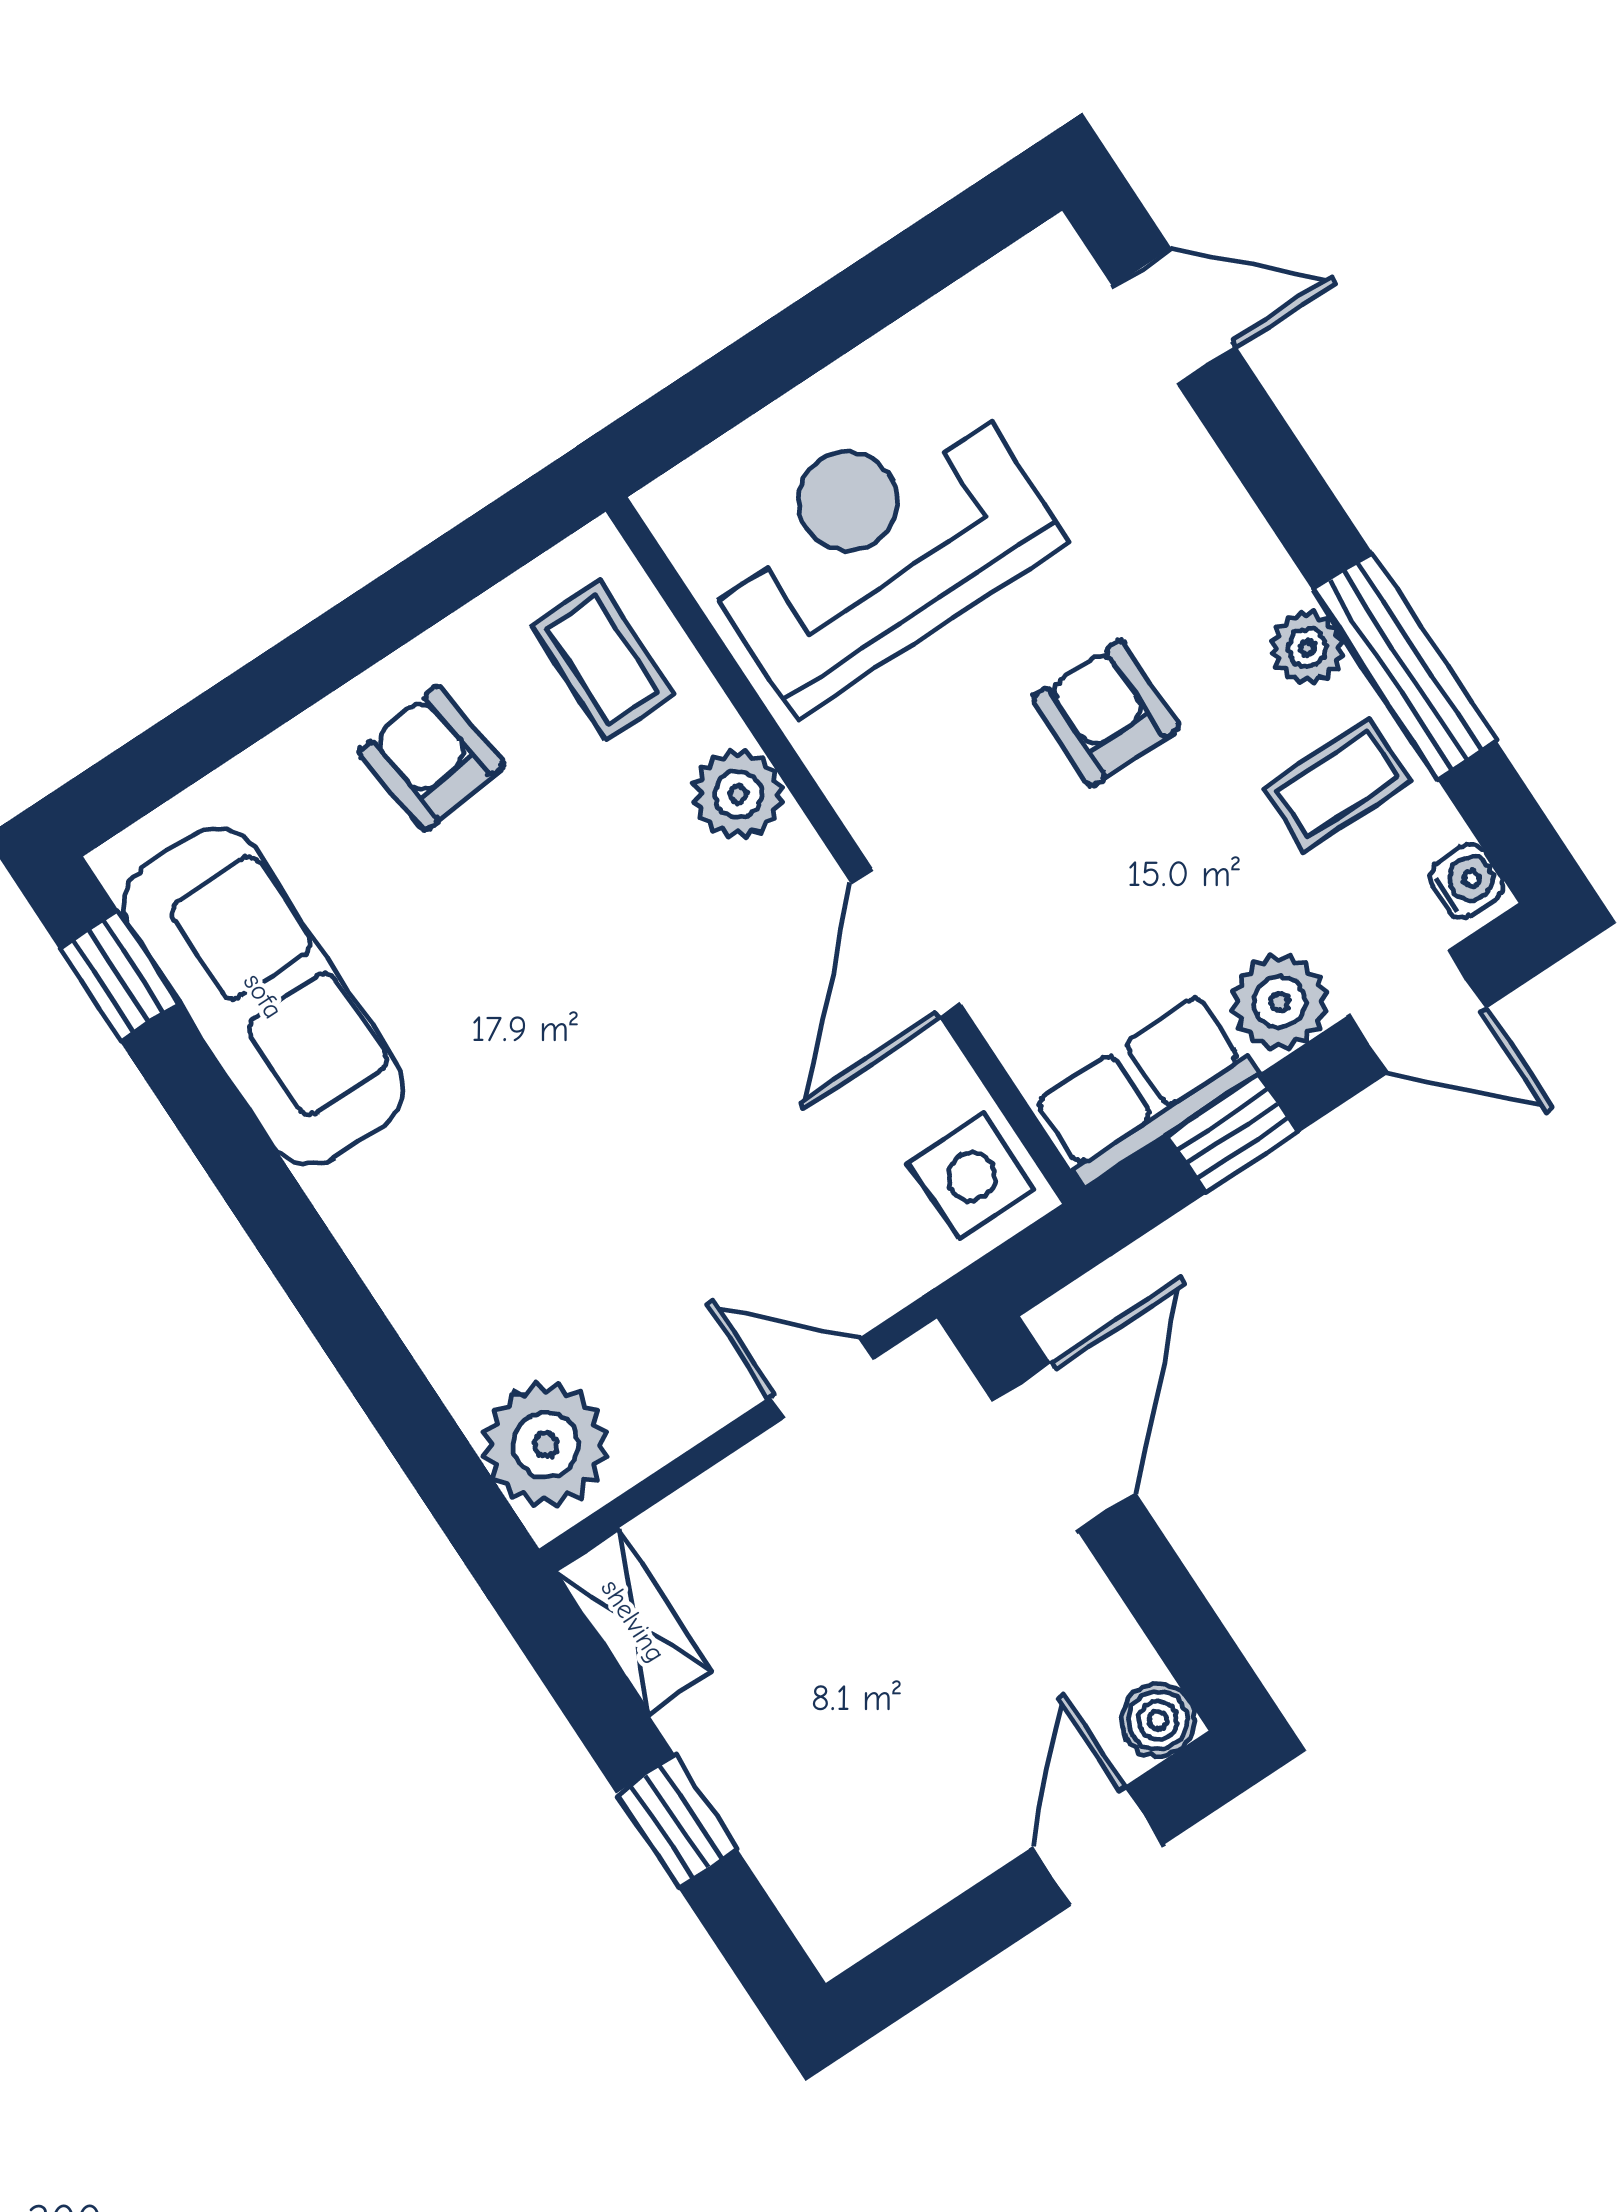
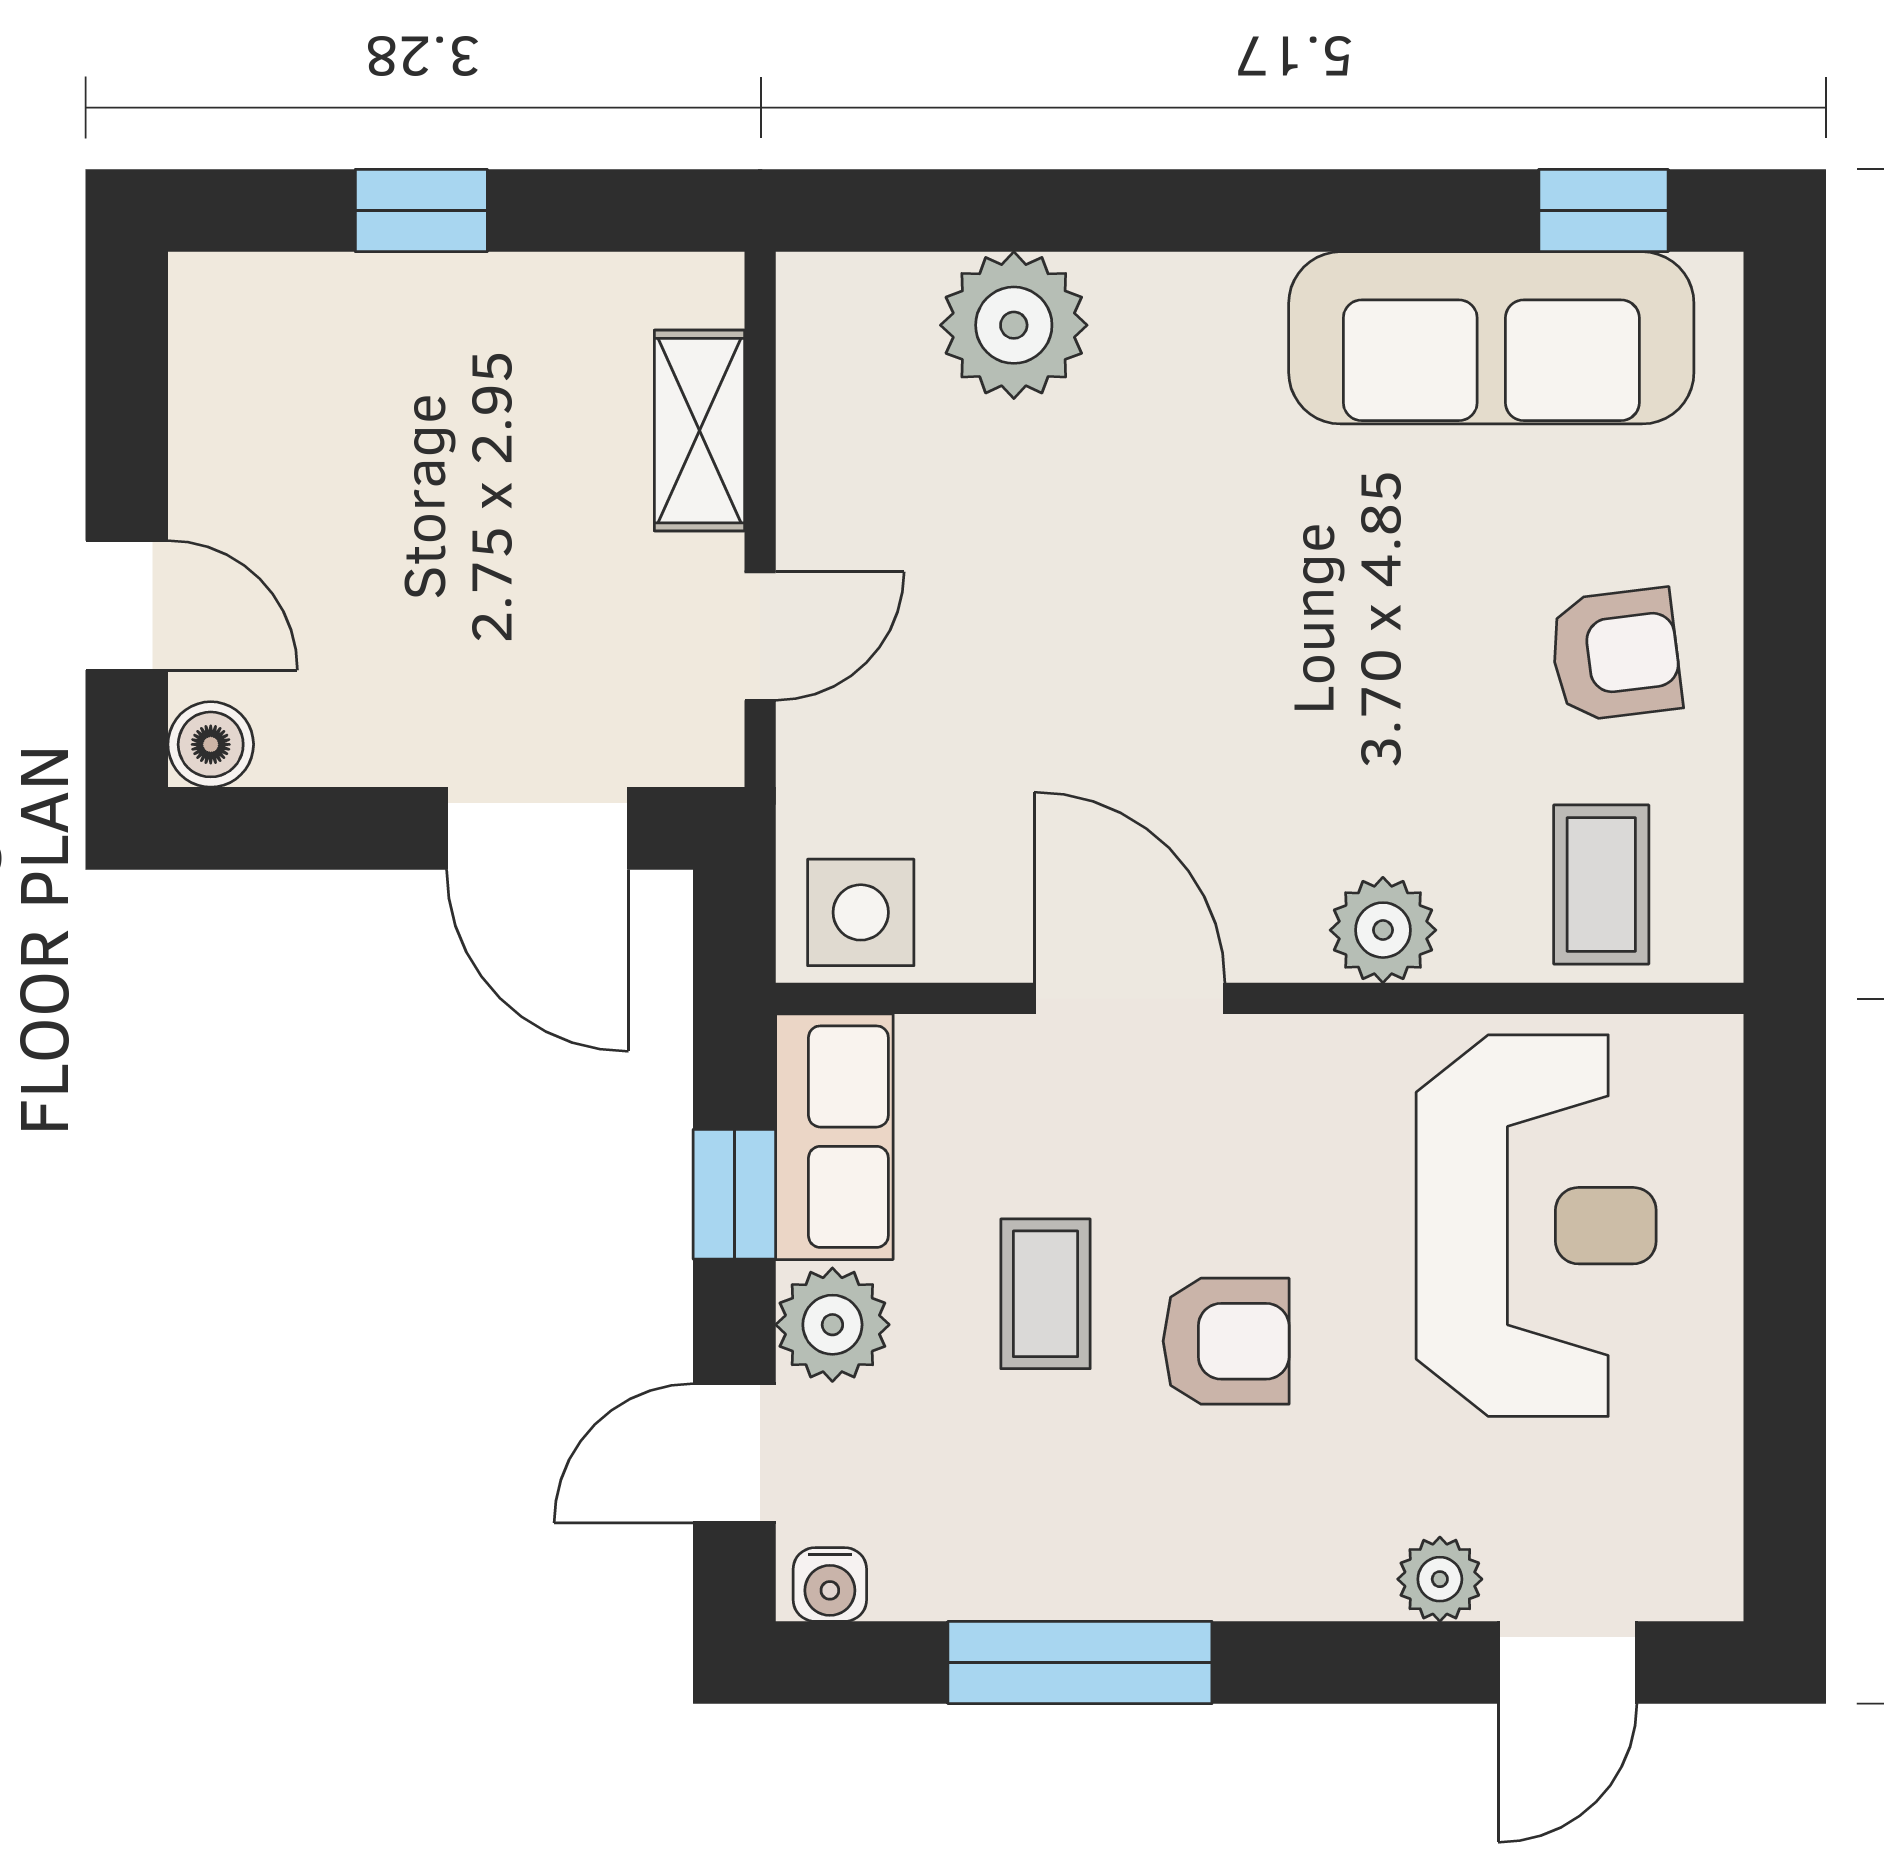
plant: (1307, 648) -> (1440, 1579), moved
coffee table: (602, 660) -> (1601, 884), turned 90
coffee table: (1337, 785) -> (1045, 1294), moved
plant: (546, 1445) -> (1014, 325), moved
shelving: (633, 1621) -> (699, 431), moved, turned 90

